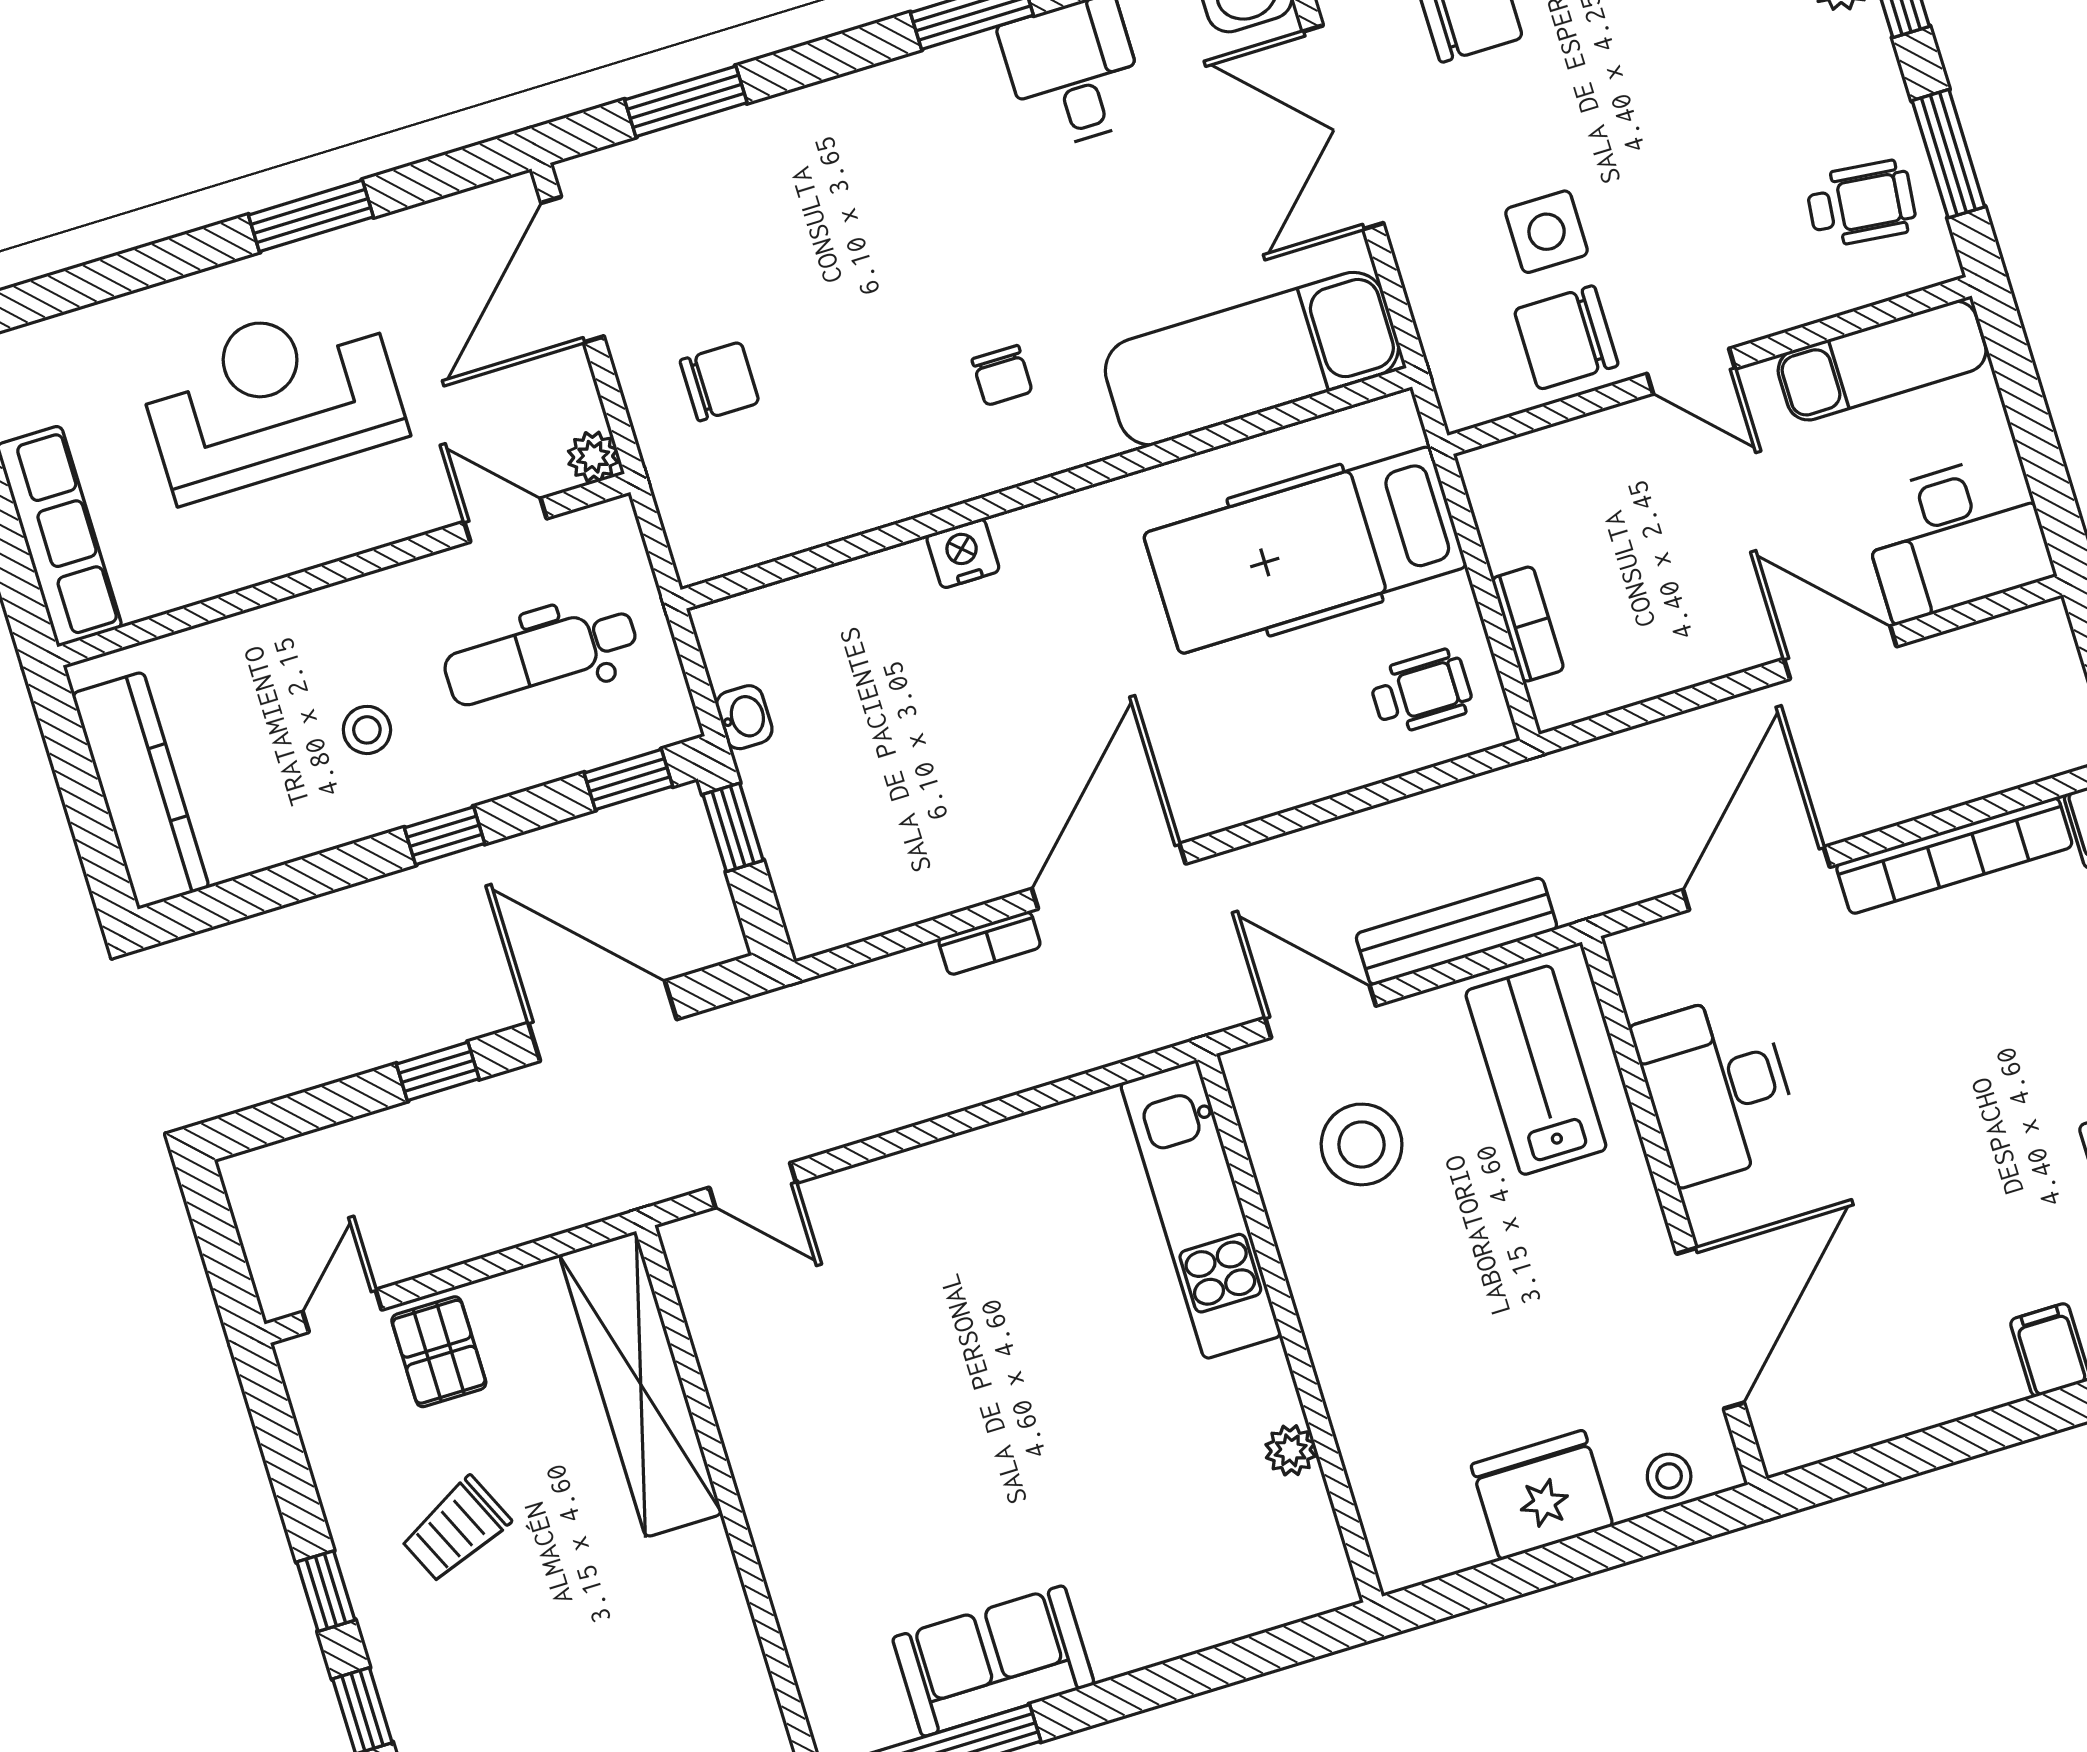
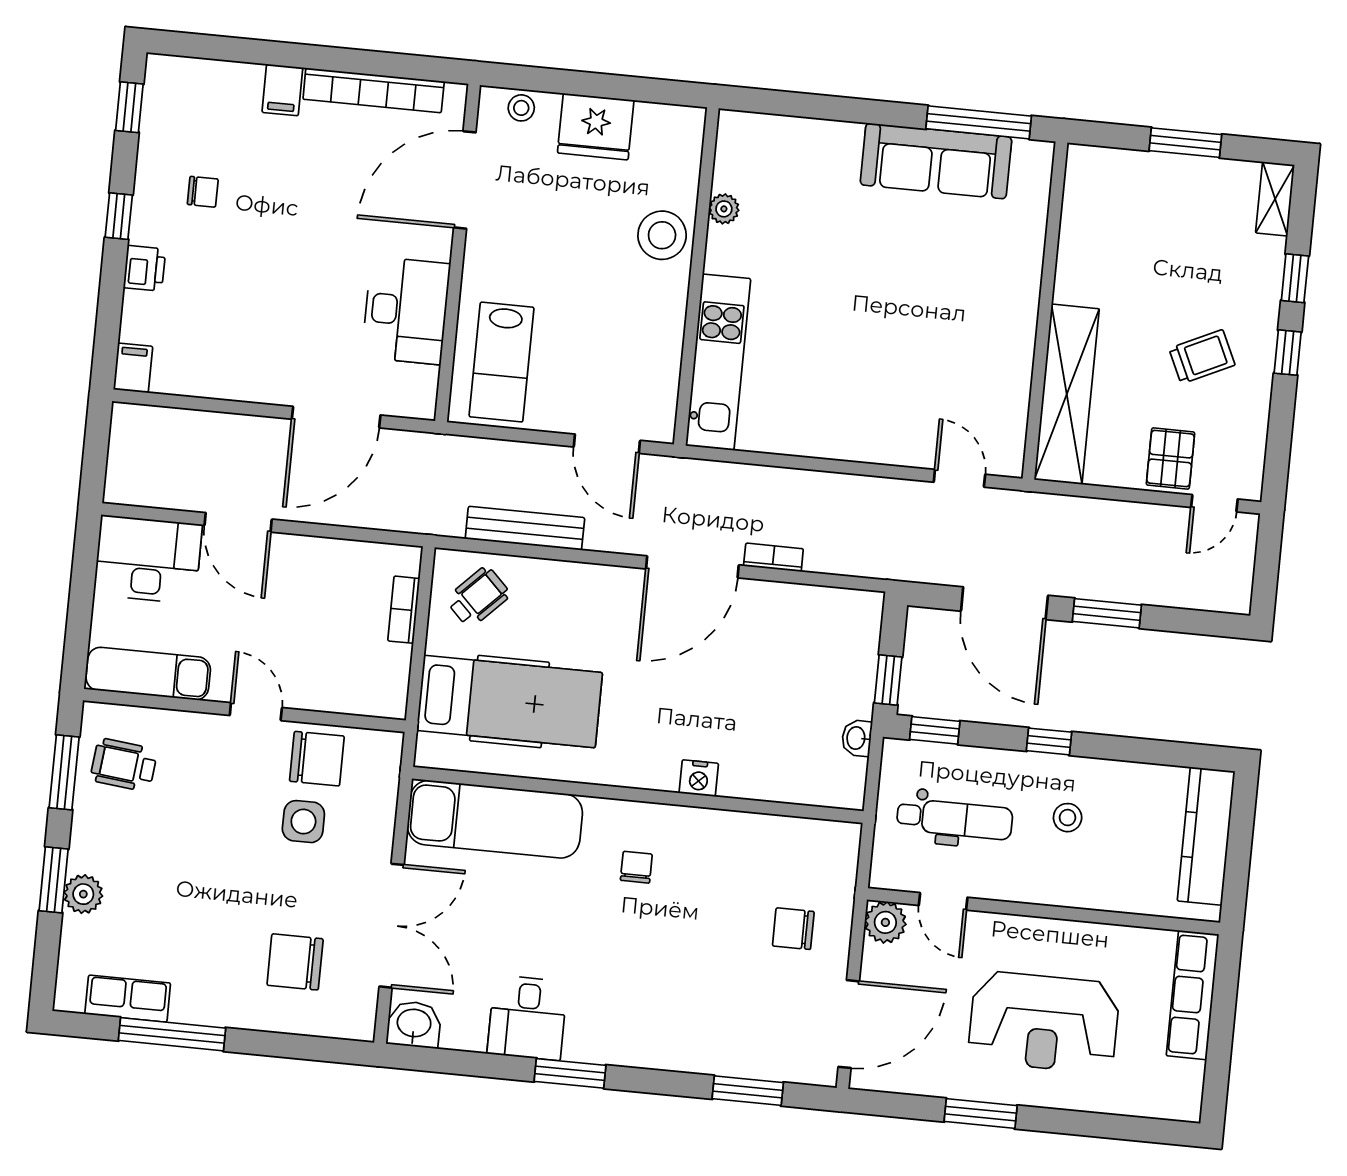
plant: (593, 457) -> (885, 922), width x1.38, depth x1.38
wheelchair: (1421, 692) -> (478, 597), turned 135
bookcase: (1954, 856) -> (374, 90), moved, turned 180
bench: (1456, 931) -> (525, 528), moved
window: (438, 1071) -> (1107, 613), width x1.50
stool: (1362, 1144) -> (662, 235), moved
sofa: (993, 1661) -> (936, 161), width x1.36

